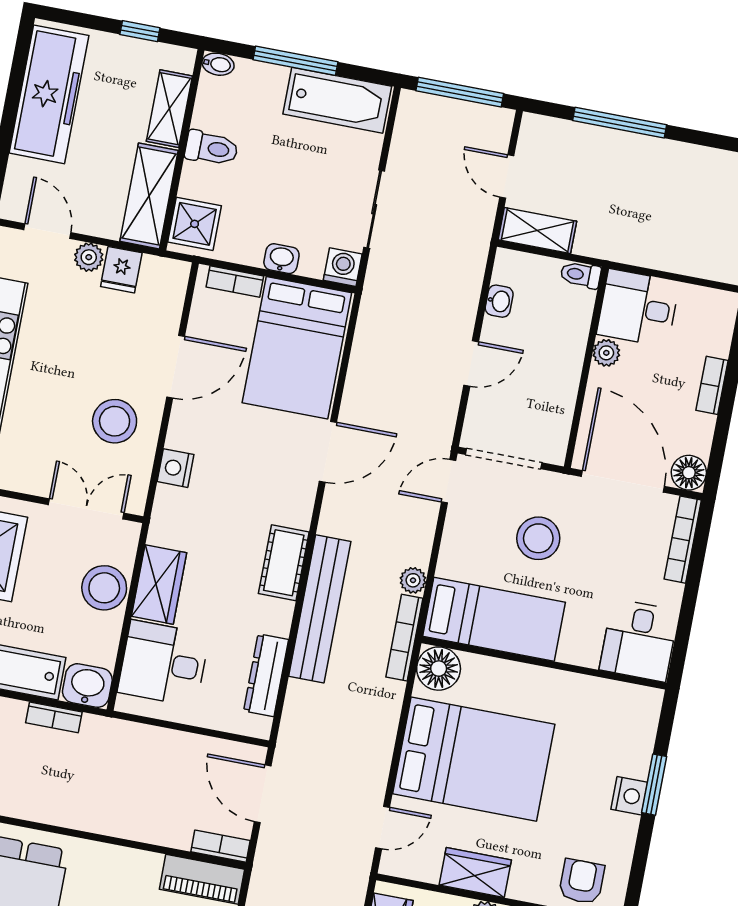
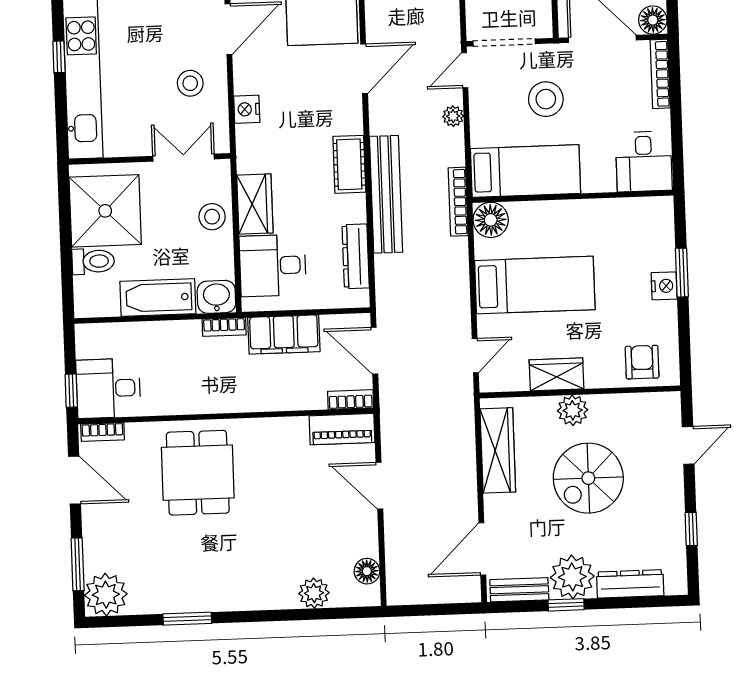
stool: (115, 421) -> (190, 83), width x0.73, depth x0.73
plant: (413, 580) -> (453, 116), moved
stool: (104, 588) -> (212, 217), width x0.73, depth x0.73
bookcase: (54, 717) -> (224, 327), moved
filing cabinet: (158, 749) -> (284, 334), added
bed: (474, 759) -> (535, 285), width x0.67

